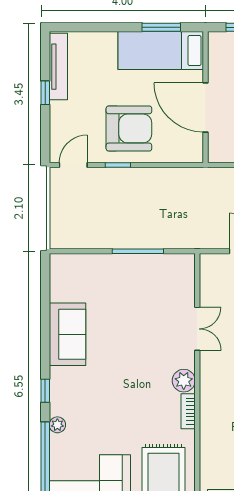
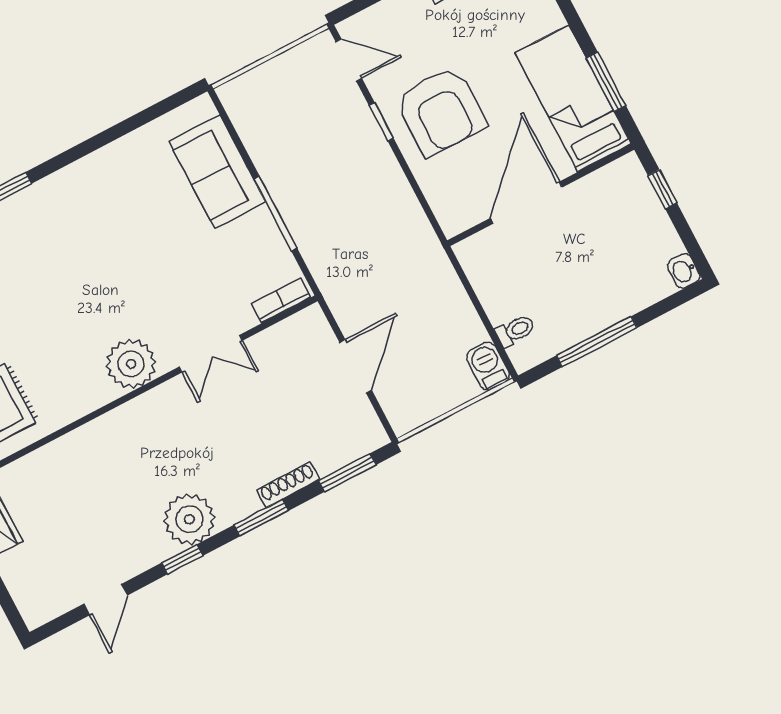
sofa: (67, 334) -> (217, 172), moved, turned 90
plant: (184, 381) -> (131, 364), width x1.36, depth x1.36
bookcase: (188, 411) -> (281, 300), moved

